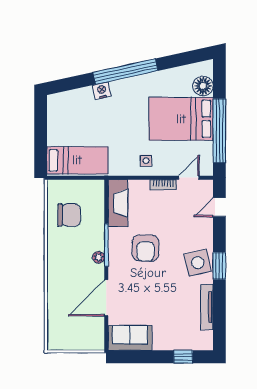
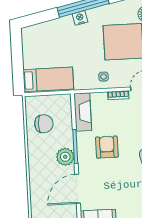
nightstand: (102, 91) -> (80, 18), moved
armchair: (145, 248) -> (107, 147), turned 180
plant: (99, 257) -> (65, 157), width x1.87, depth x1.87

